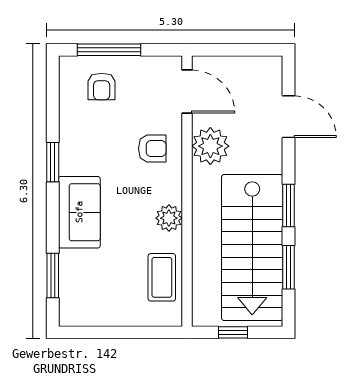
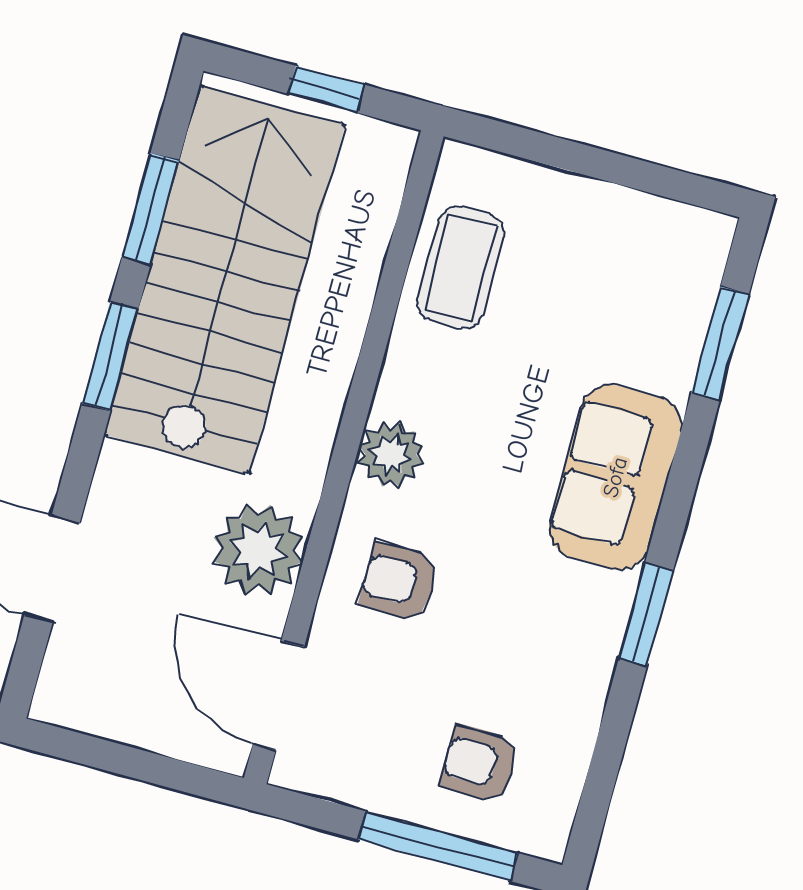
armchair: (102, 86) -> (480, 763), turned -90
plant: (169, 218) -> (391, 455), moved

